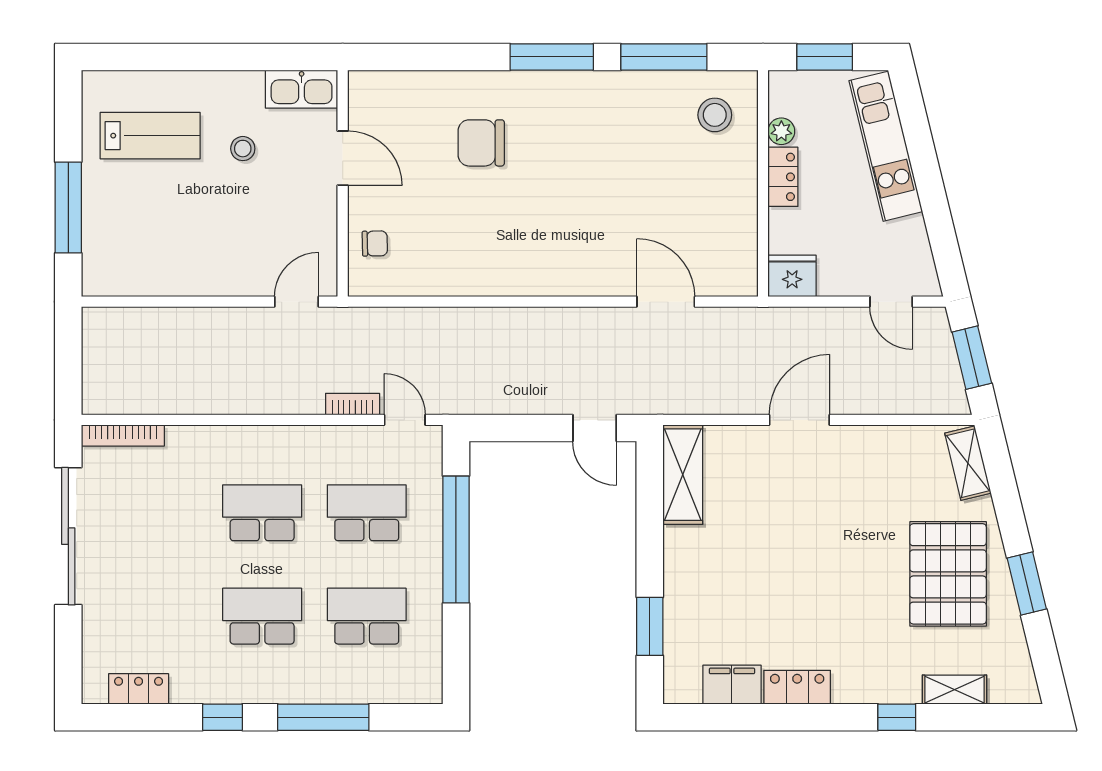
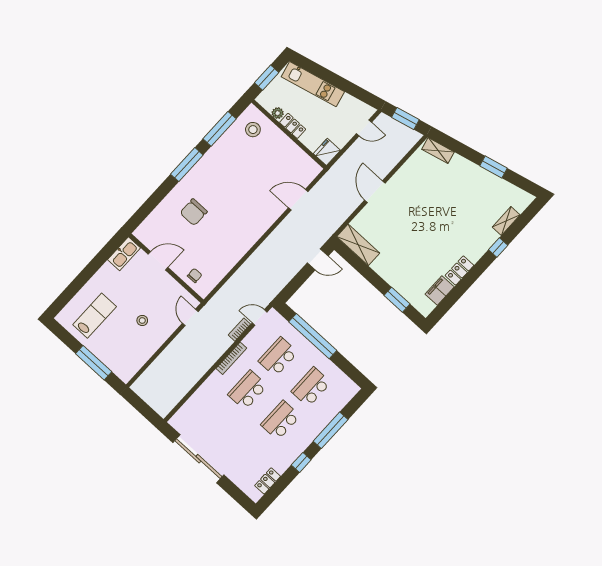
stool: (243, 149) -> (142, 320), moved
bookcase: (123, 435) -> (231, 358), moved
pallet: (948, 574) -> (467, 189), removed

